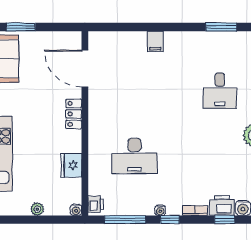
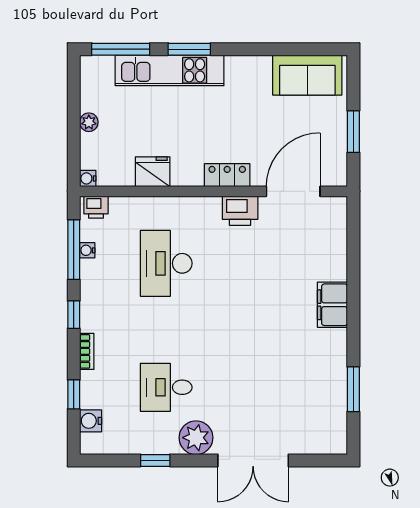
window: (21, 27) -> (353, 132), moved
filing cabinet: (155, 41) -> (332, 305), width x2.00
desk: (220, 91) -> (166, 387), moved
printer: (222, 205) -> (240, 211), moved, turned 90
water cooler: (160, 210) -> (87, 250), moved

